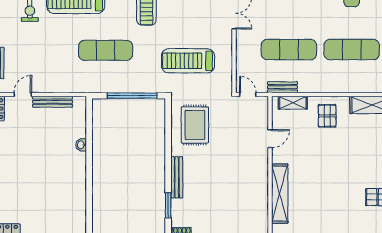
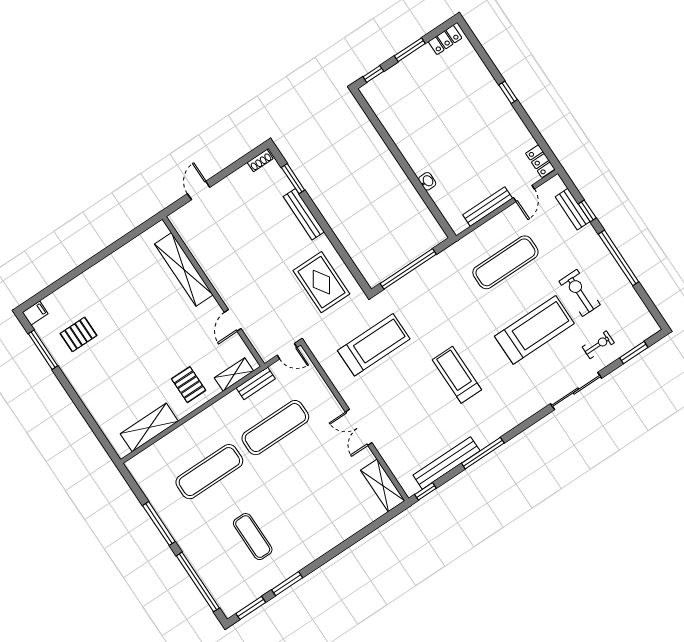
exercise mat: (106, 50) -> (505, 262), moved

